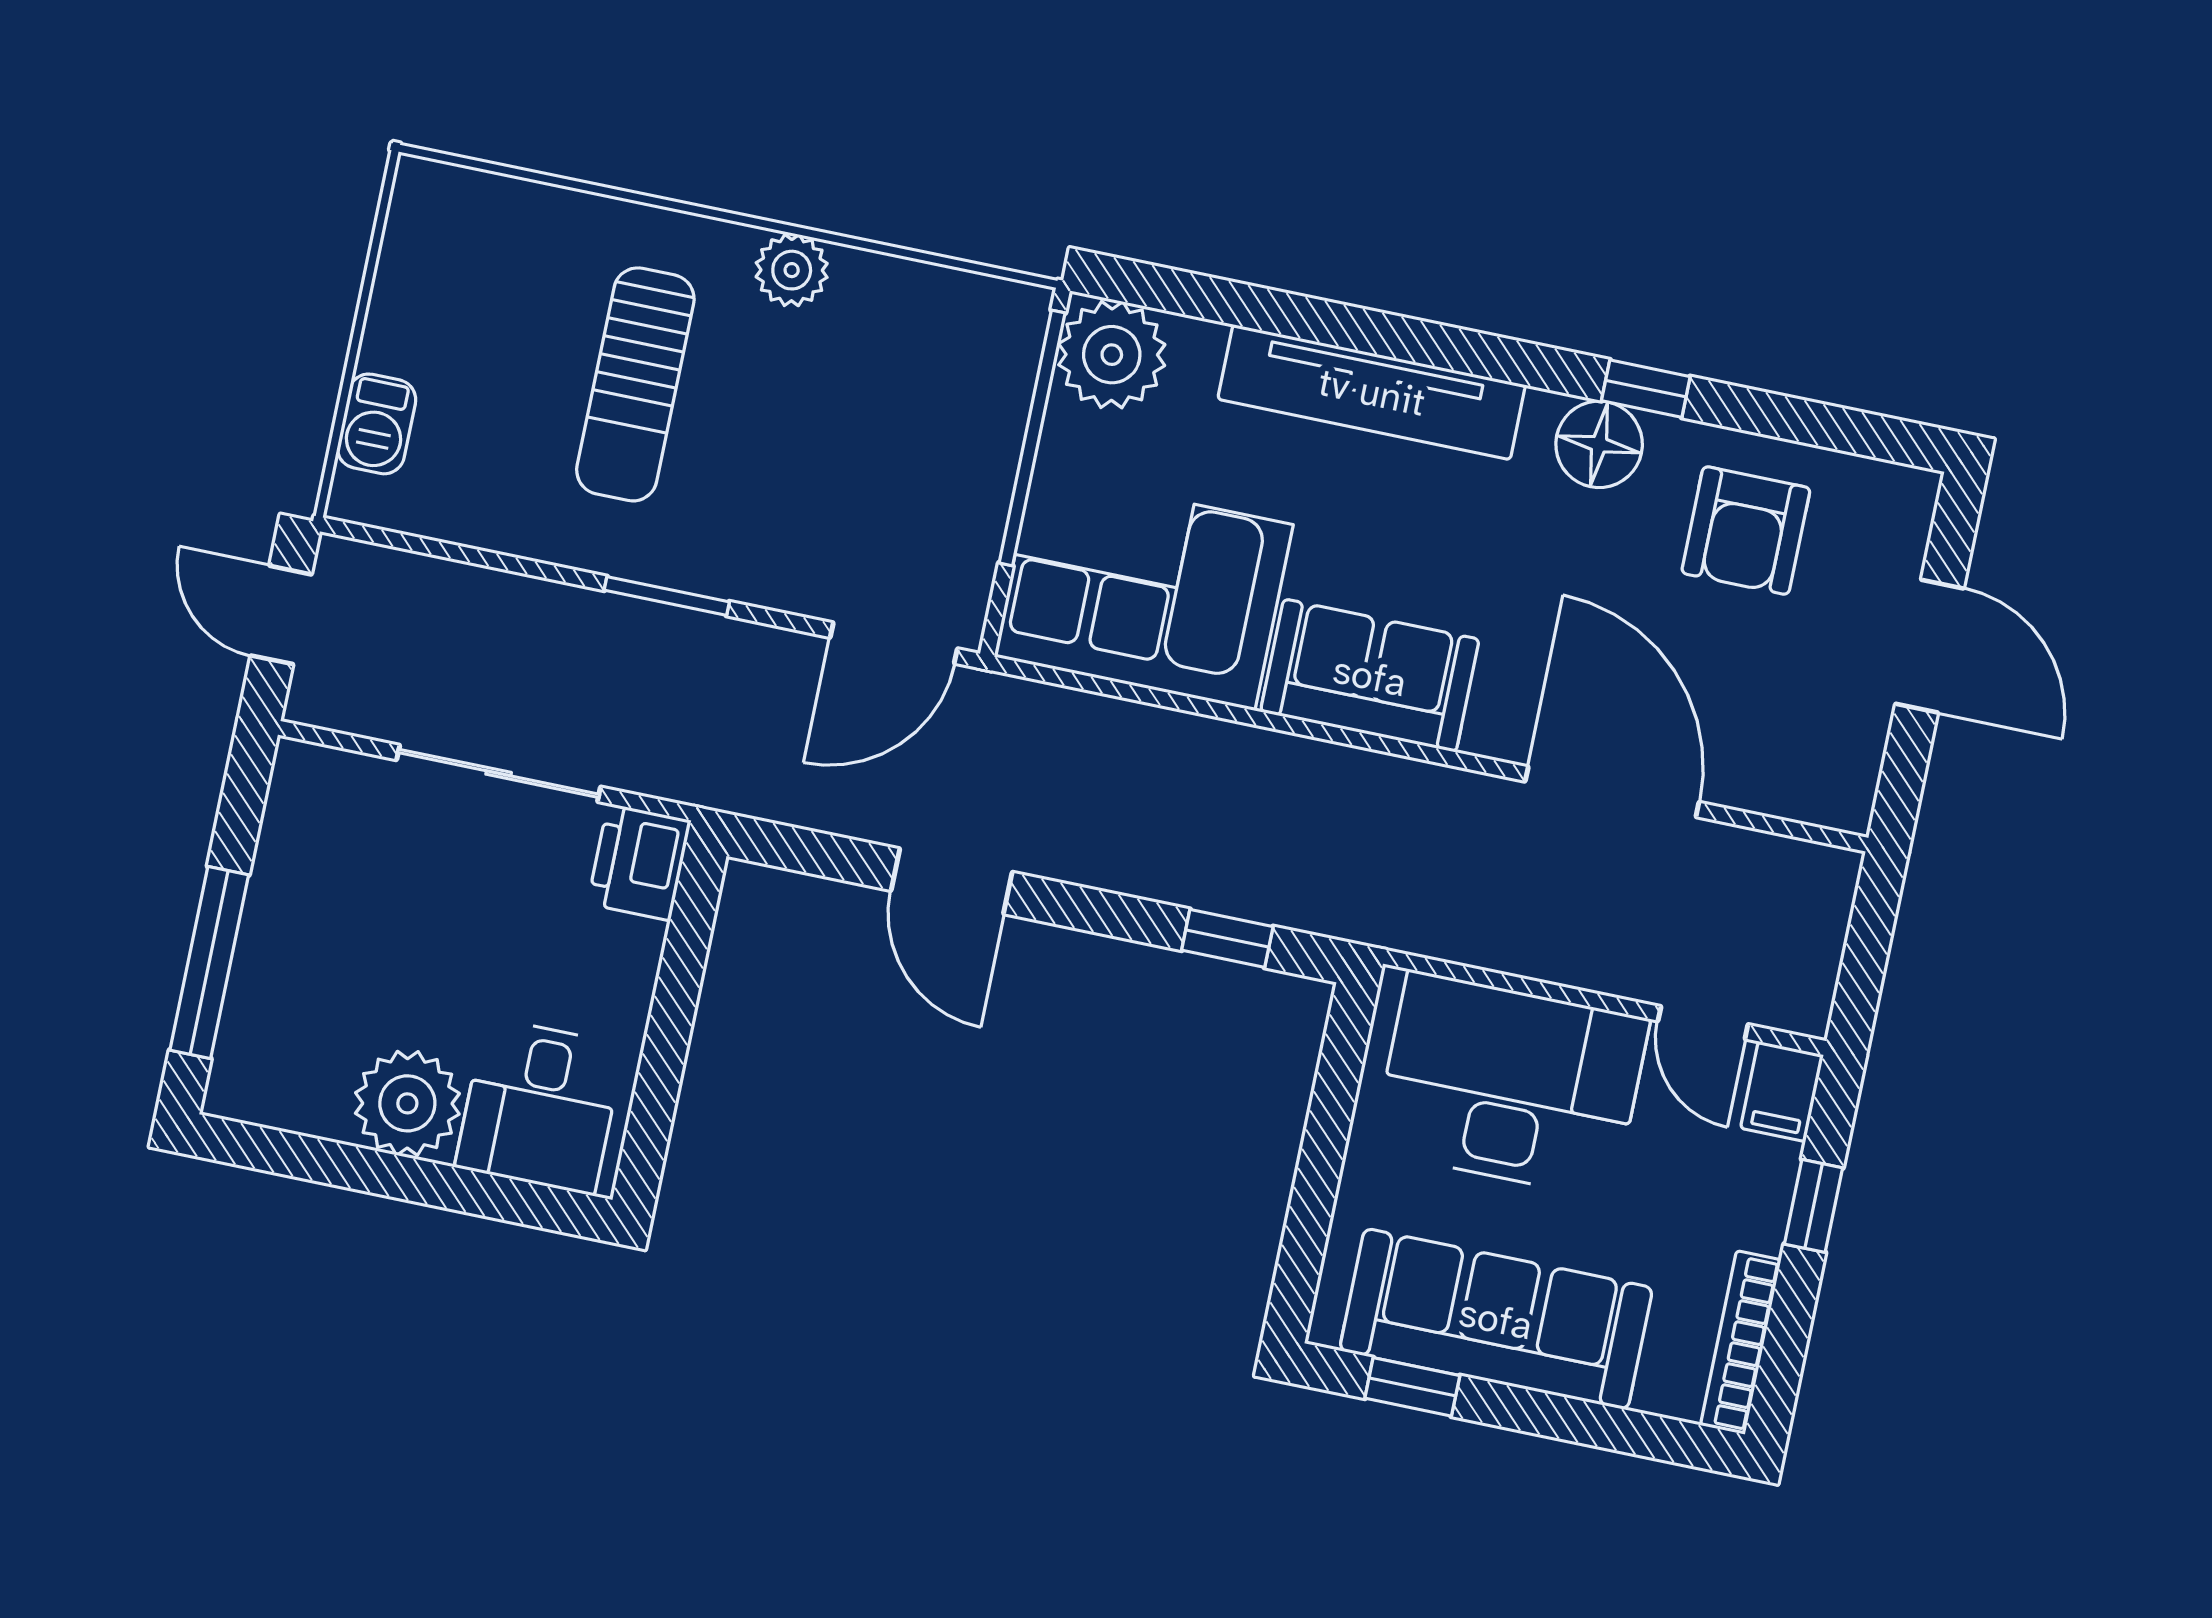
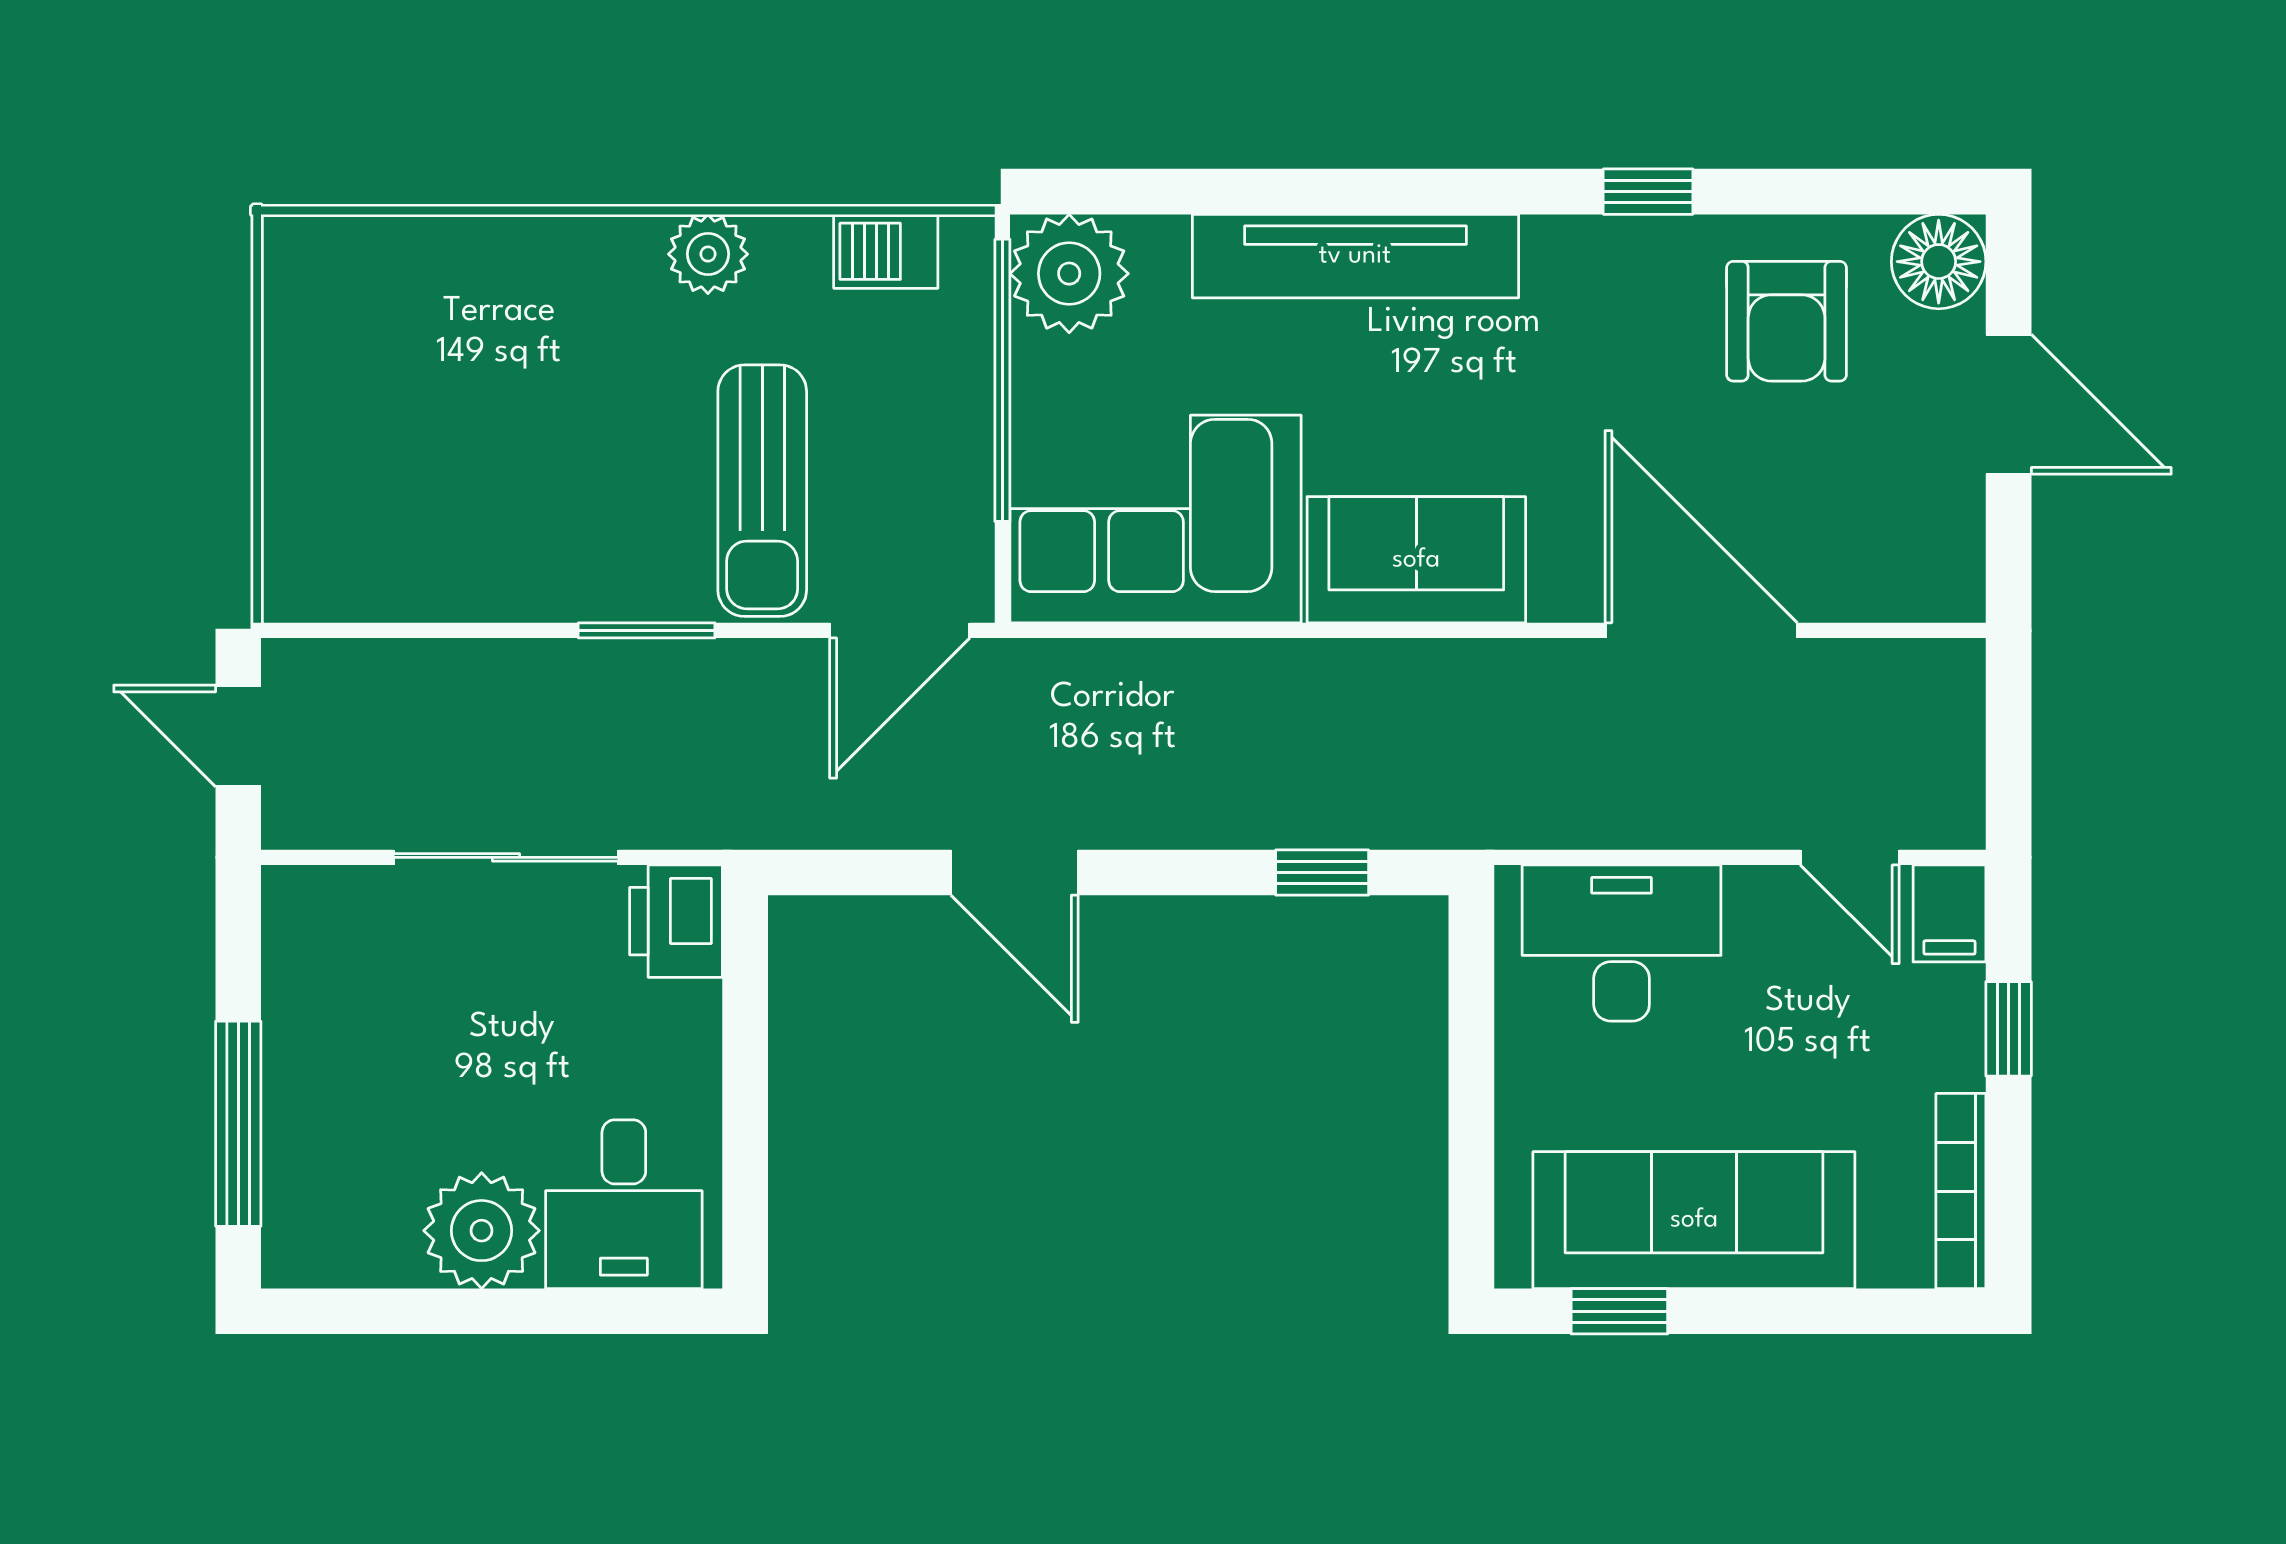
sun lounger: (635, 384) -> (762, 491), moved
barbecue: (377, 424) -> (886, 251), moved, turned 90
floor lamp: (1599, 444) -> (1939, 262), moved
desk: (1511, 1085) -> (1622, 943), width x0.73, depth x0.77

